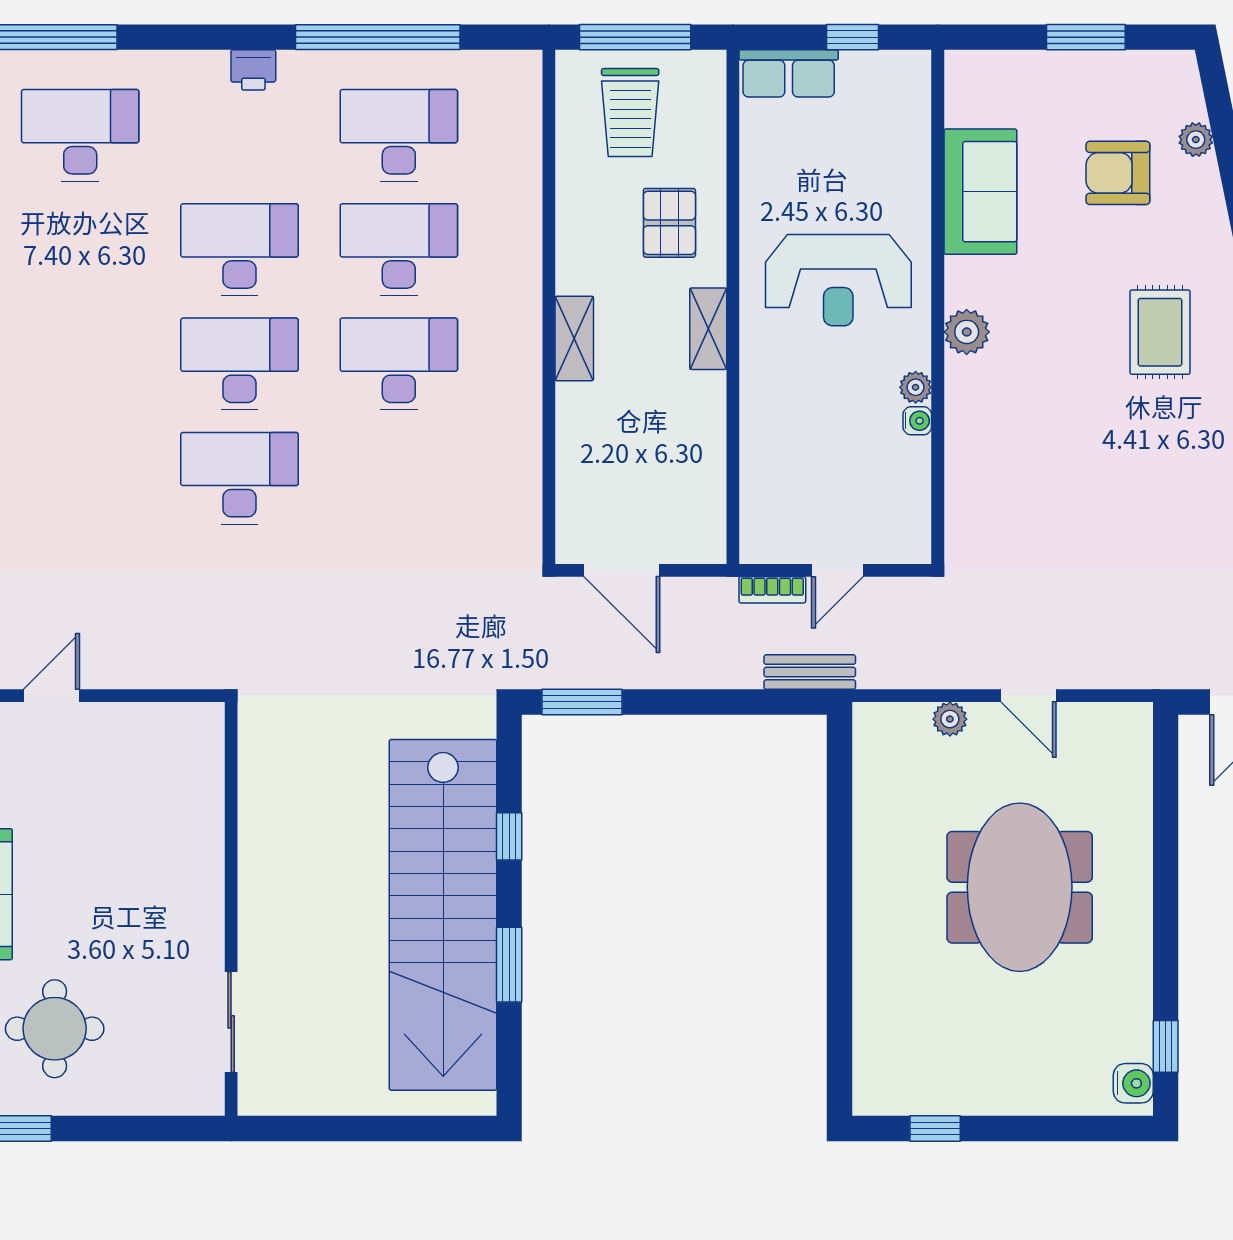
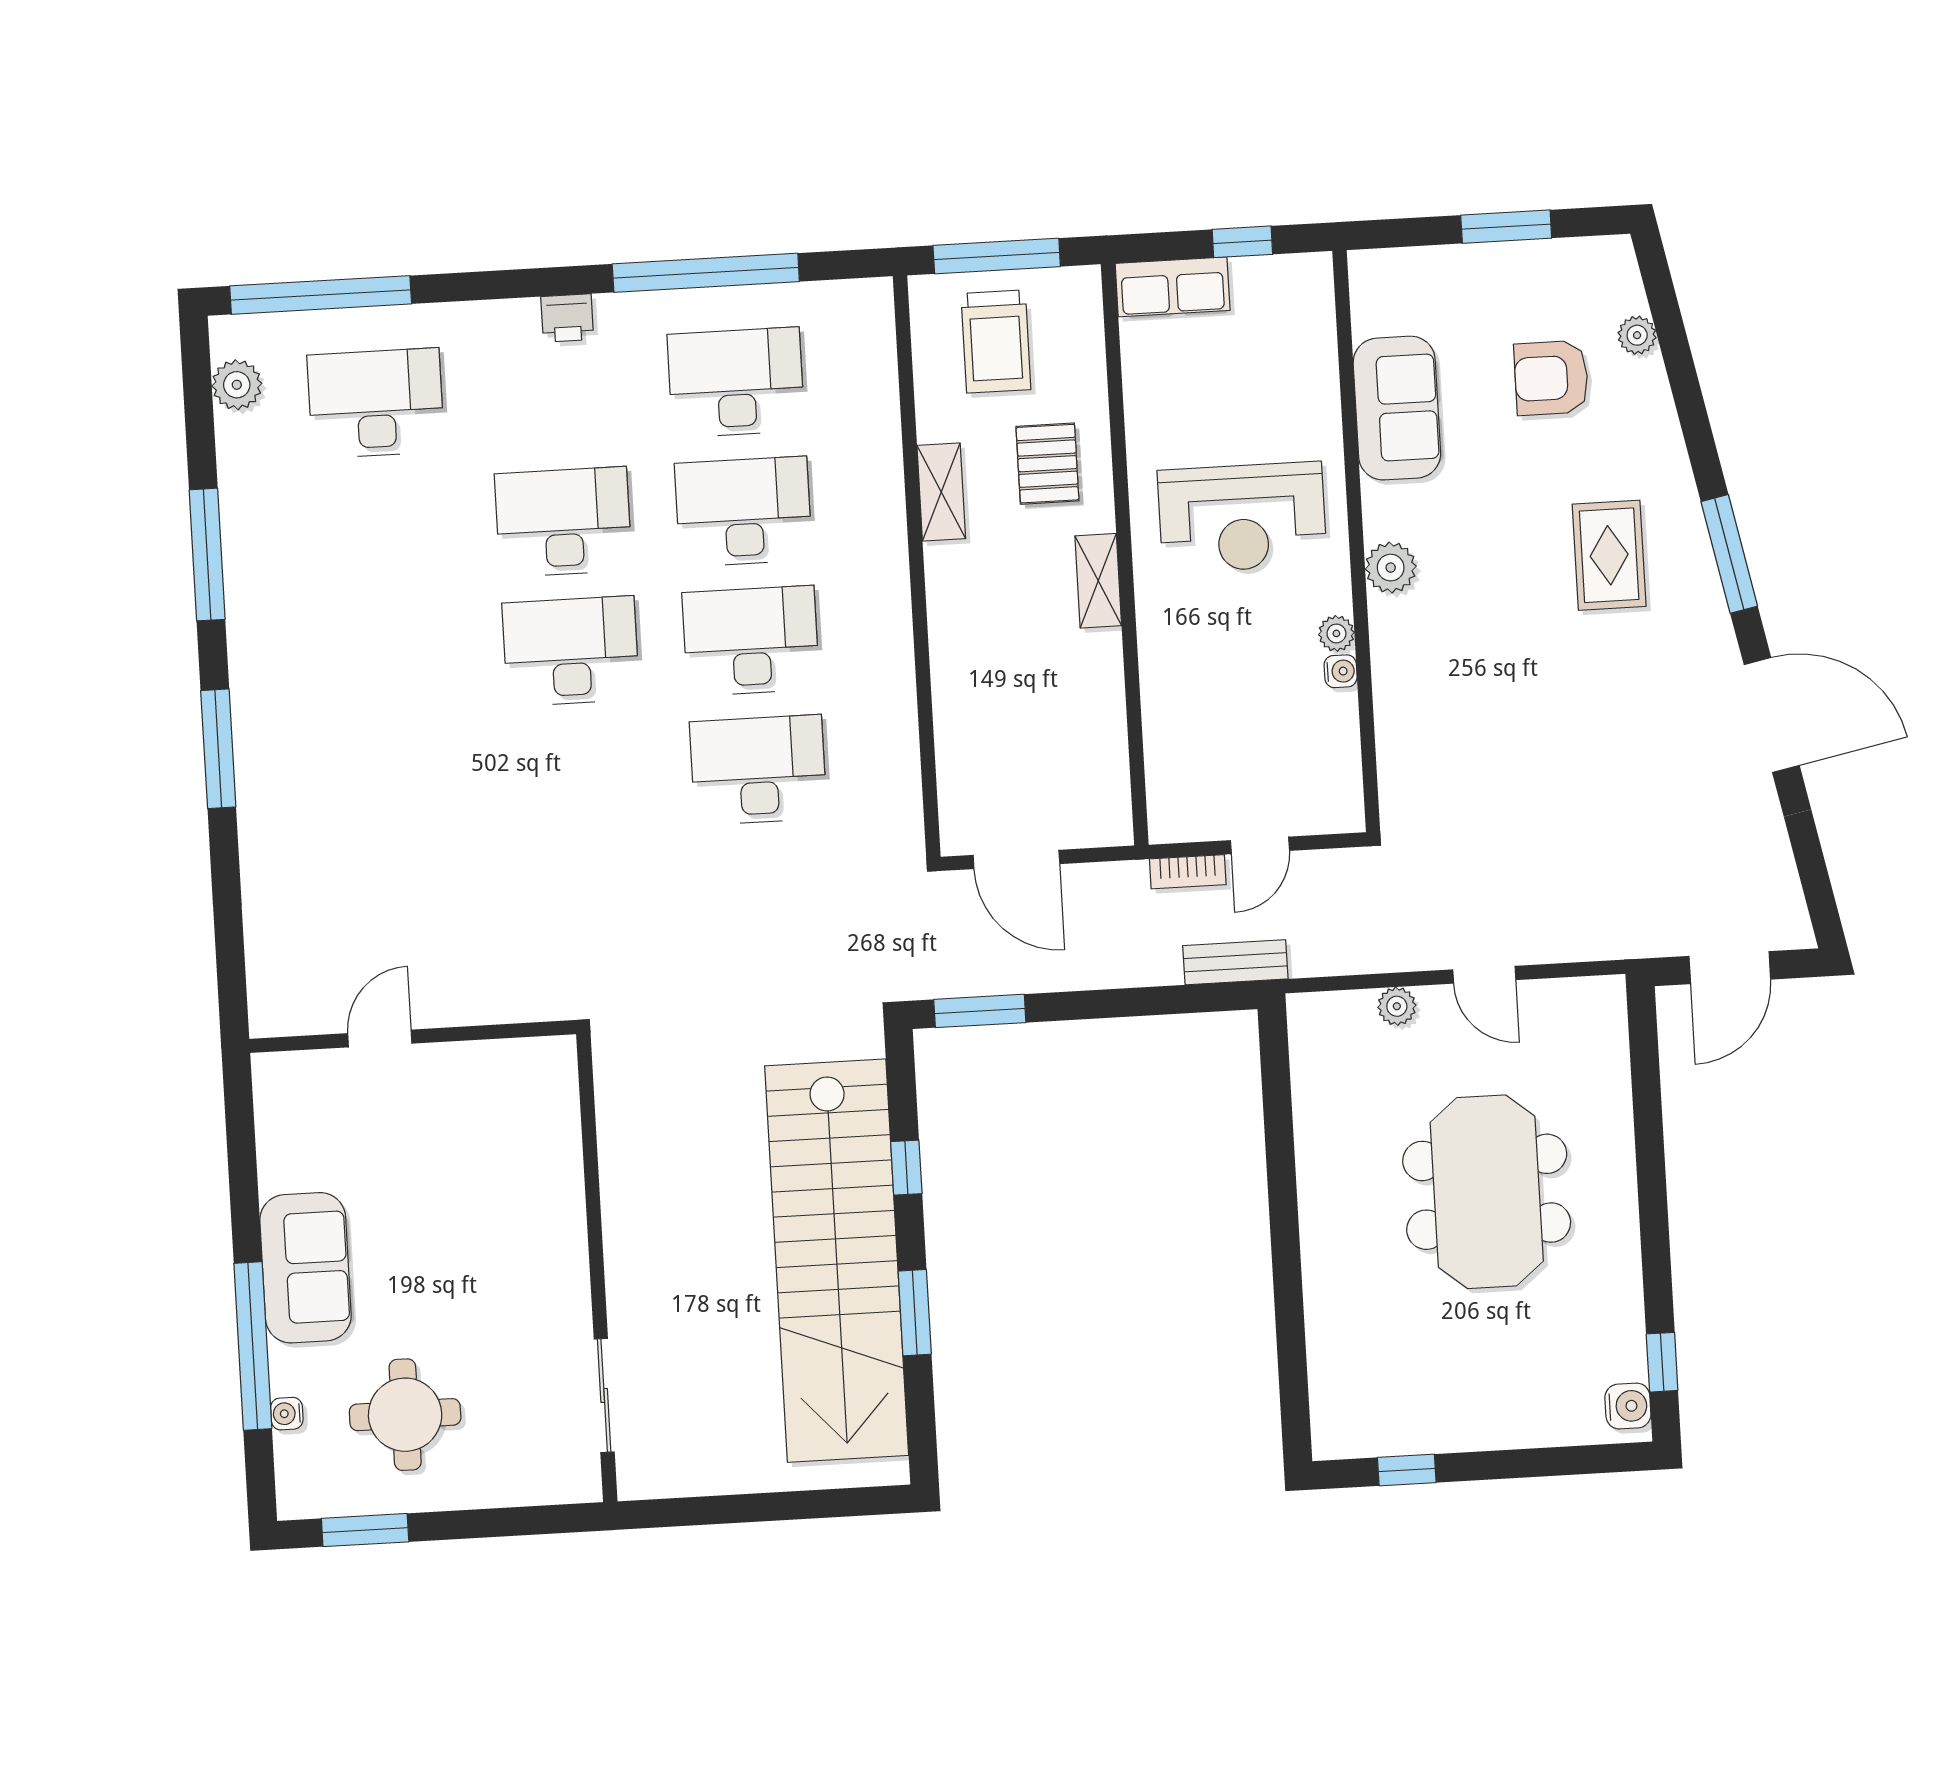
shelving: (574, 338) -> (941, 492), moved
desk: (239, 478) -> (758, 770), moved

